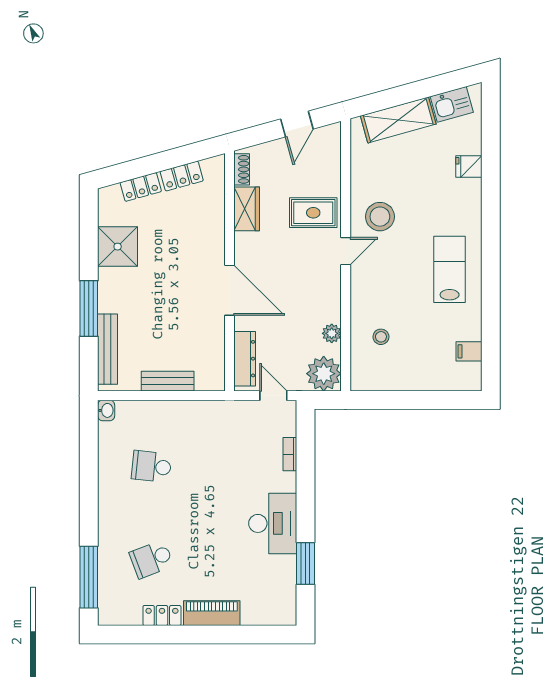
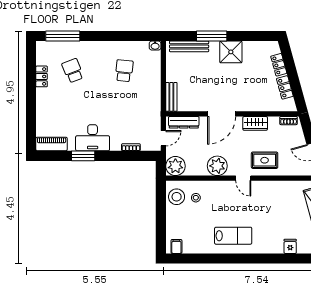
wardrobe: (247, 209) -> (255, 123), moved
rug: (313, 213) -> (265, 160), turned 90
stool: (380, 217) -> (177, 197), moved
shower: (118, 247) -> (231, 52), moved
plant: (332, 333) -> (217, 166), moved, width x1.88, depth x1.88
filing cabinet: (469, 351) -> (176, 246), moved
bench: (168, 381) -> (171, 97), moved
window: (305, 564) -> (83, 156), moved
piano: (212, 613) -> (52, 144), moved, turned -90

